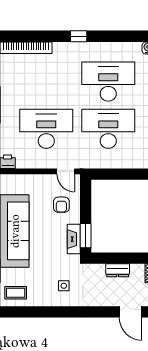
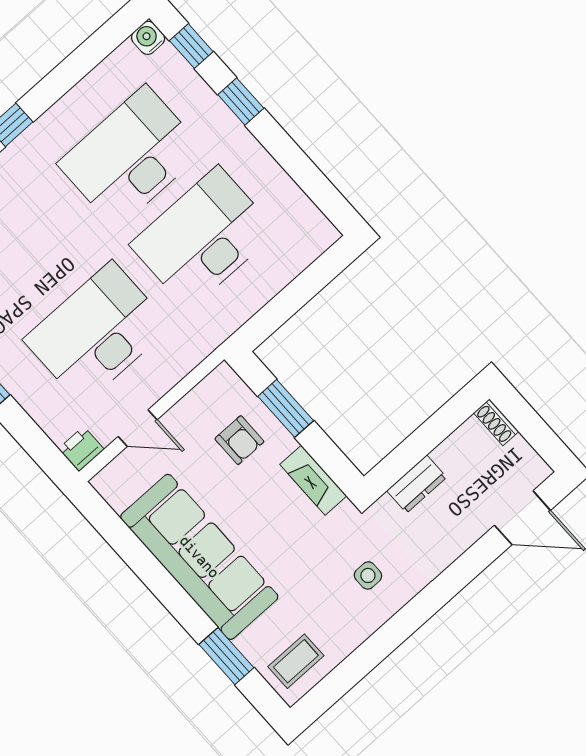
door: (66, 171) -> (138, 428), moved
window: (86, 236) -> (286, 408), moved
dresser: (118, 270) -> (417, 484), moved

